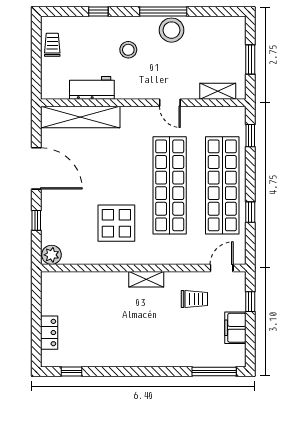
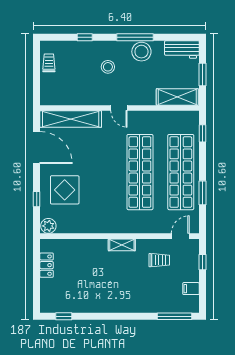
workbench: (92, 88) -> (182, 49), moved, turned 180
shelving: (218, 91) -> (177, 97), width x1.50, depth x1.33
door: (170, 103) -> (119, 108), moved
door: (36, 168) -> (37, 148), moved
window: (250, 212) -> (203, 193), width x1.50
display table: (116, 223) -> (65, 190), moved
filing cabinet: (235, 328) -> (191, 289), width x0.50
locker: (49, 333) -> (47, 265), moved

